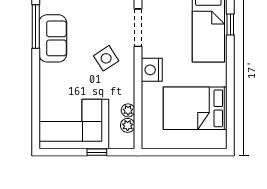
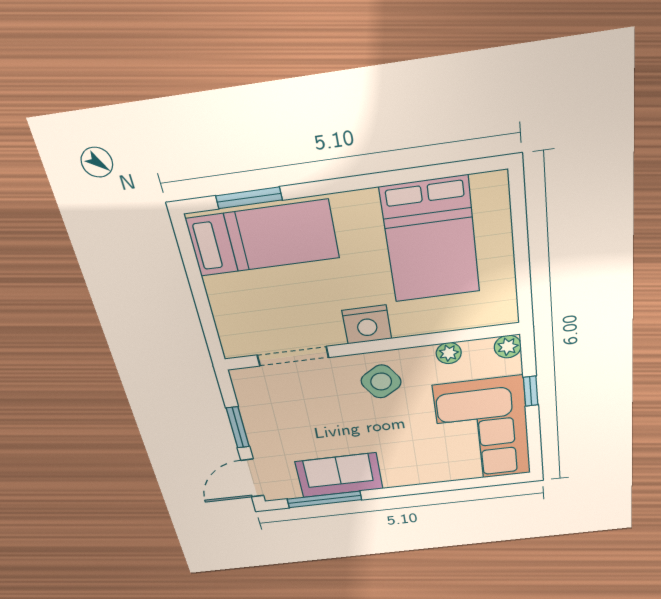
window: (230, 24) -> (249, 198), width x1.50
side table: (106, 58) -> (381, 381), moved
plant: (128, 125) -> (508, 347), moved

